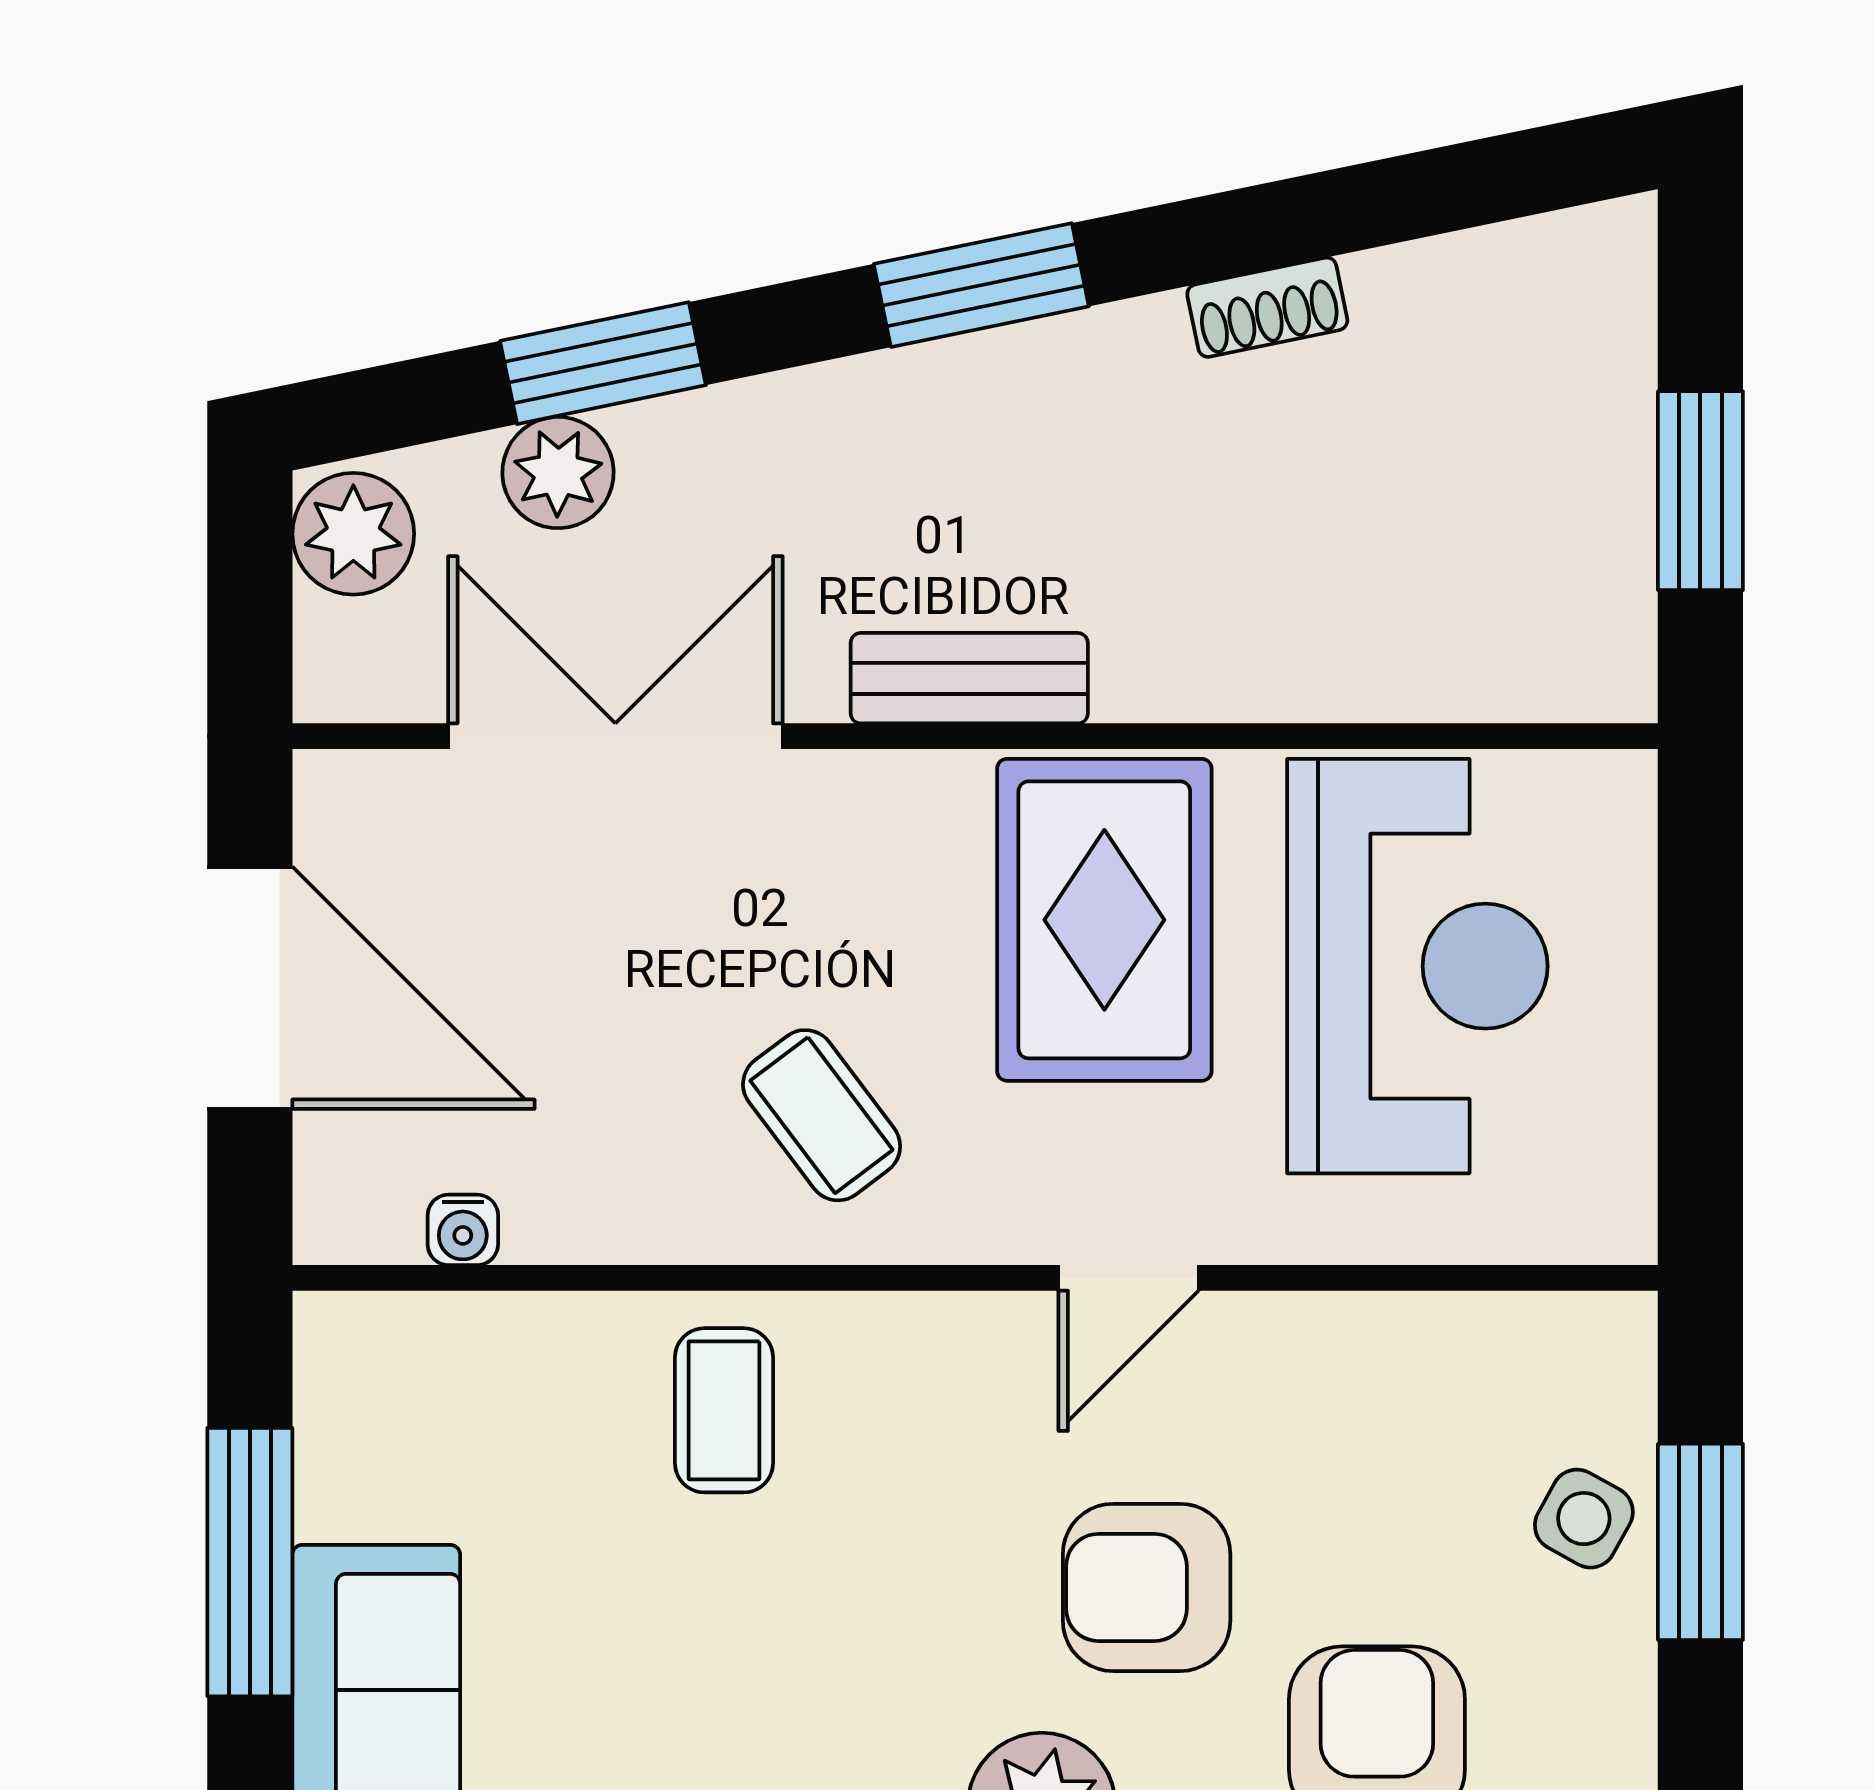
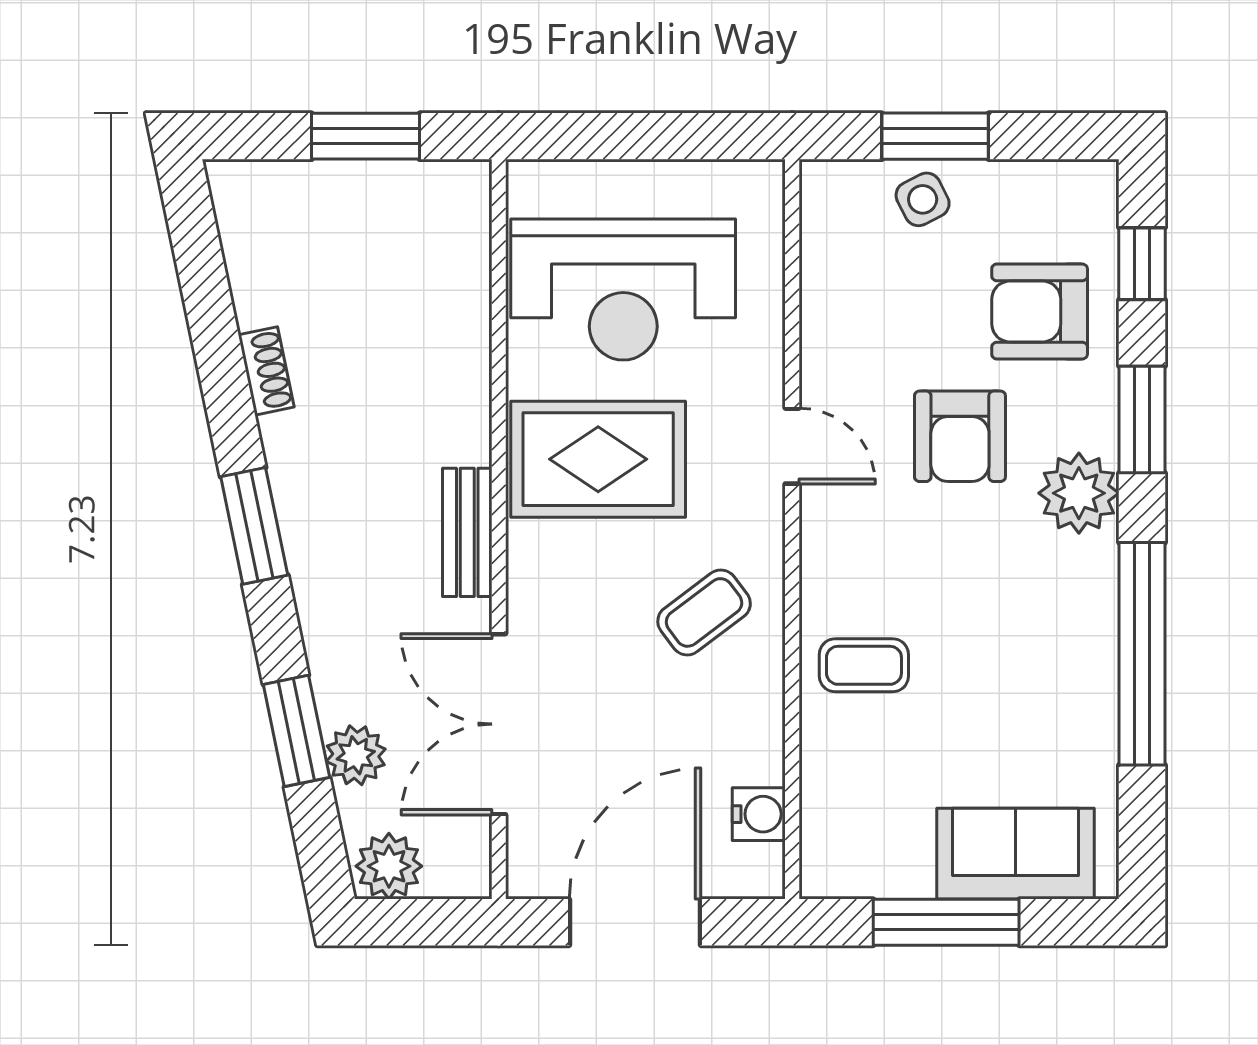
reception desk: (1417, 966) -> (623, 290), turned 180
water cooler: (463, 1230) -> (759, 814), width x1.38, depth x1.38
side table: (1584, 1519) -> (923, 199), turned 34

